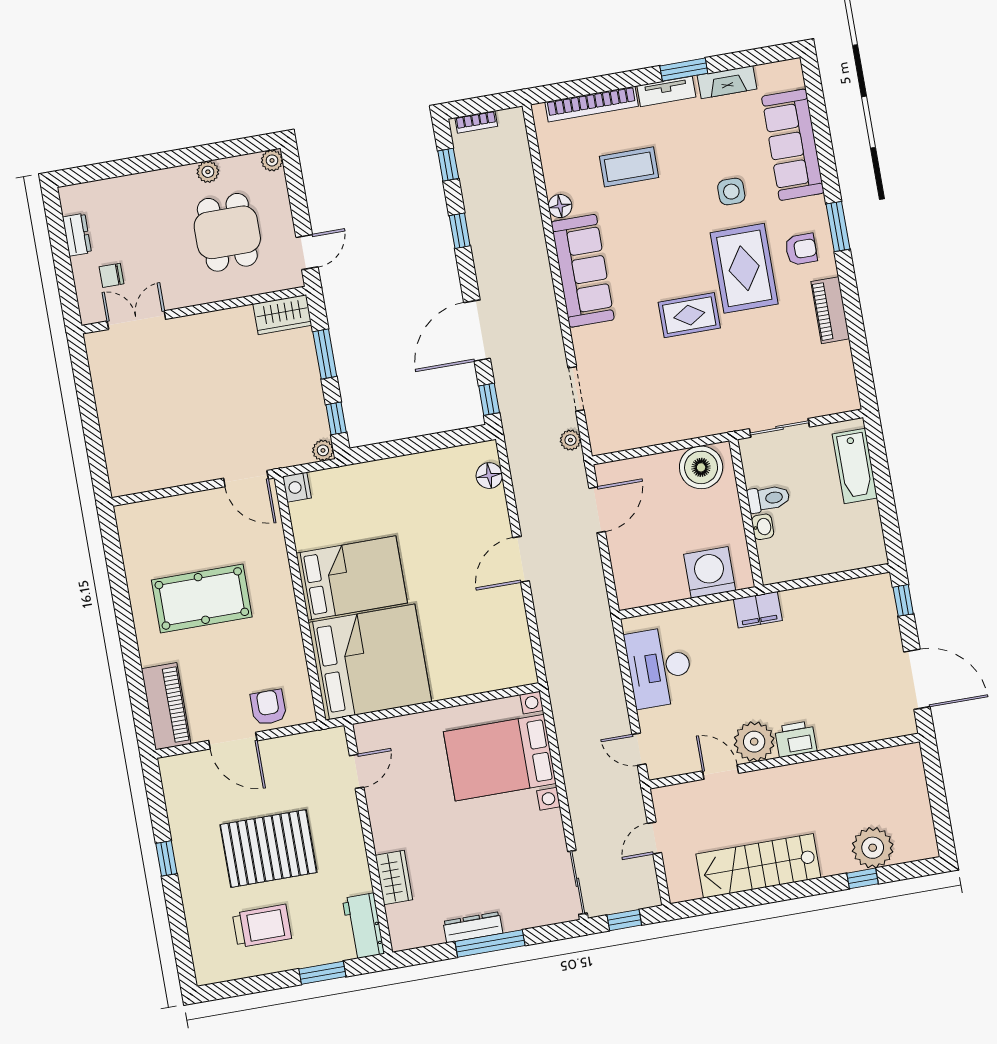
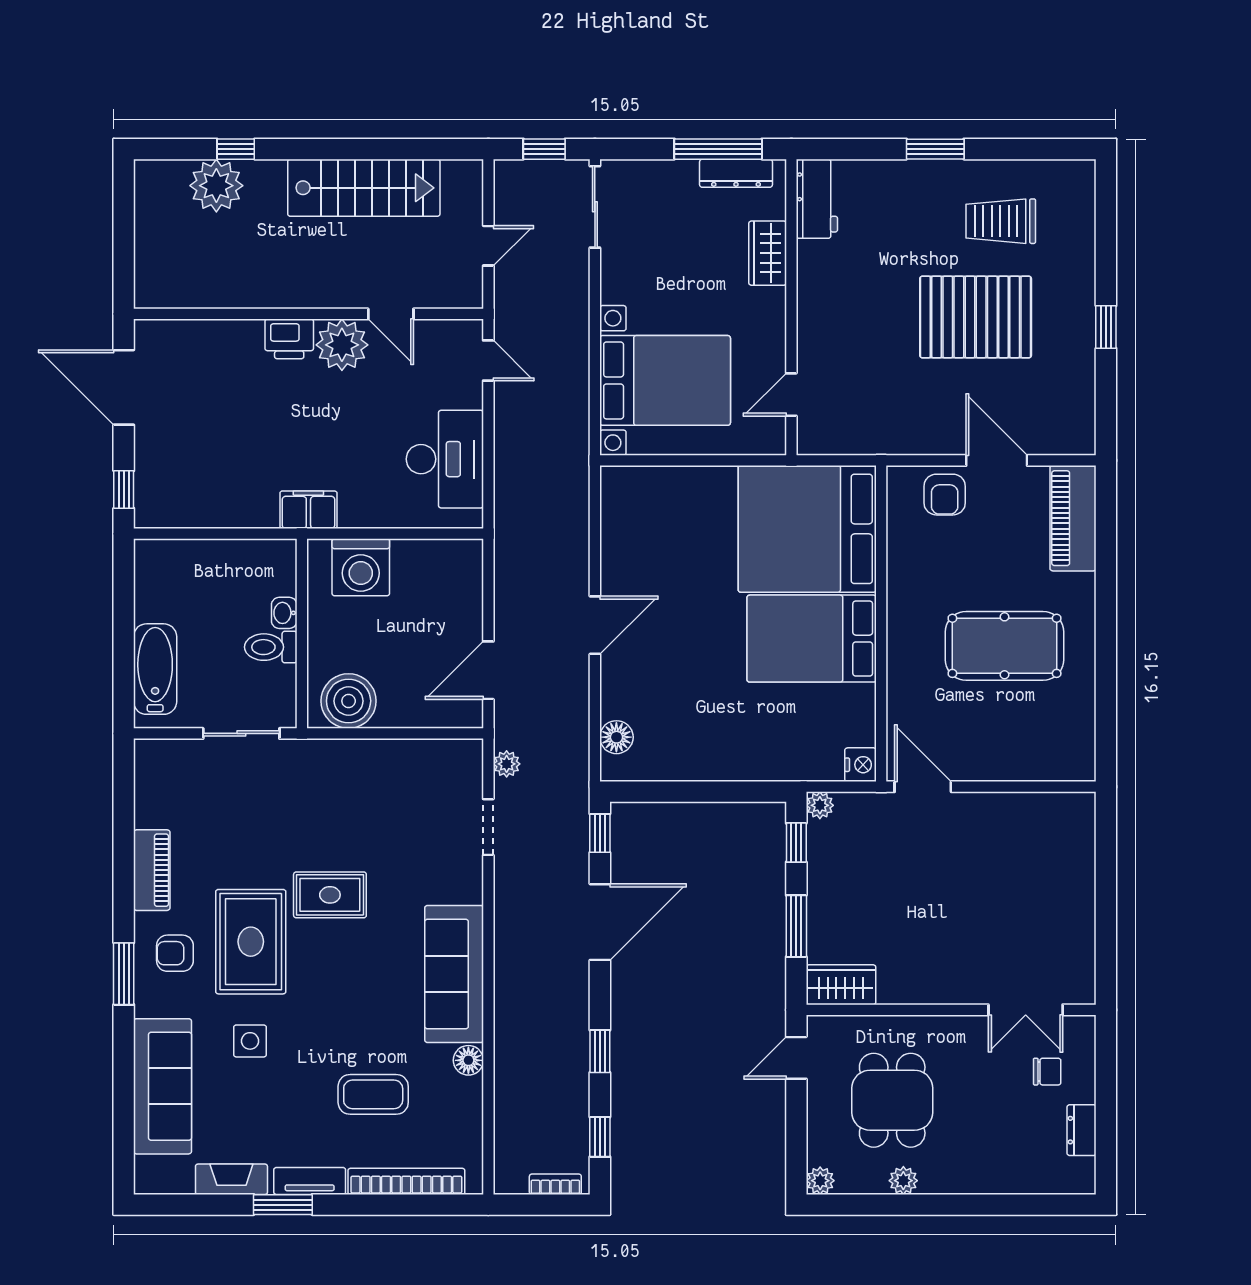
door: (357, 771) -> (791, 395), moved
wall: (368, 839) -> (791, 307), moved
wardrobe: (394, 877) -> (768, 253), moved
workbench: (363, 926) -> (817, 199), moved

